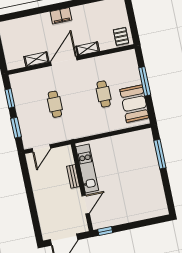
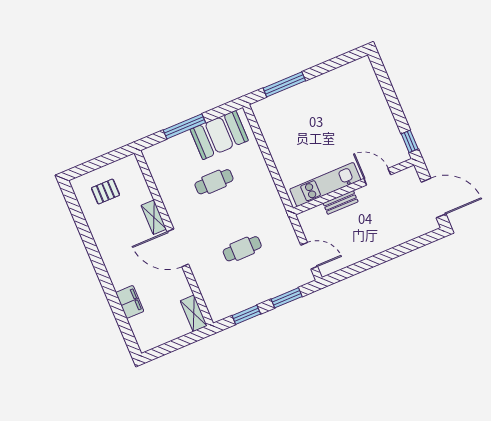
filing cabinet: (61, 16) -> (130, 302), moved
pallet: (121, 36) -> (105, 192), moved
shelving: (36, 59) -> (194, 313), moved

